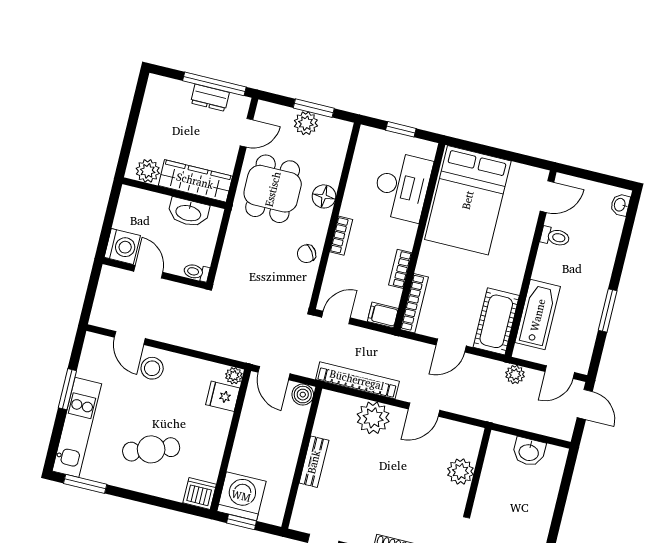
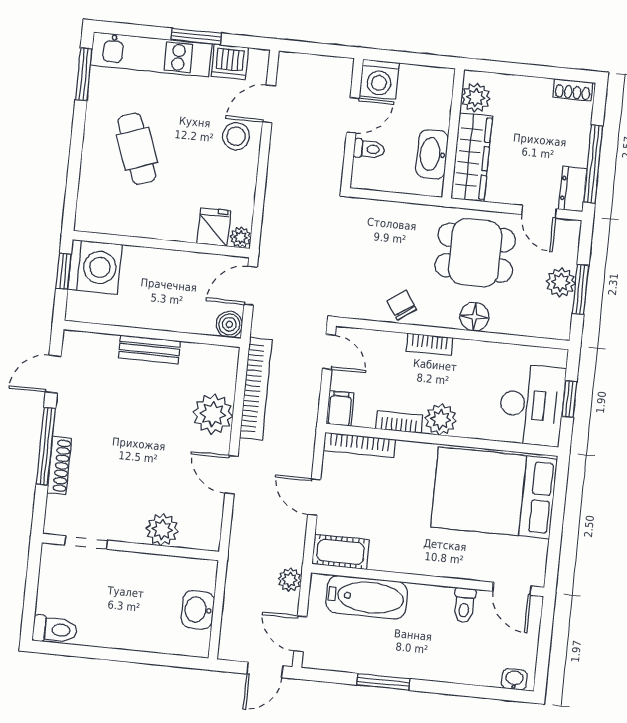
shoe rack: (152, 92) -> (573, 90), added
dresser: (210, 98) -> (573, 189), moved
desk: (402, 187) -> (532, 405), moved, turned -90
plant: (403, 235) -> (441, 419), added
toilet: (196, 272) -> (369, 149), moved, turned 90
cot: (496, 321) -> (341, 552), width x0.73, depth x0.75
dishwasher: (200, 494) -> (230, 62), moved, turned 90

